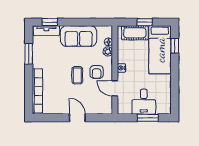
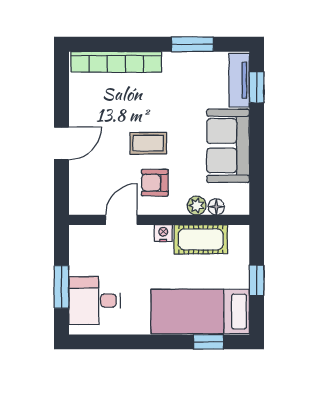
cot: (135, 33) -> (201, 239), moved, turned 90
desk: (144, 102) -> (95, 300), moved

